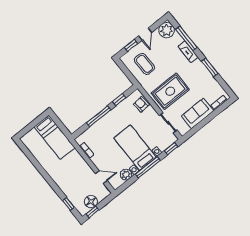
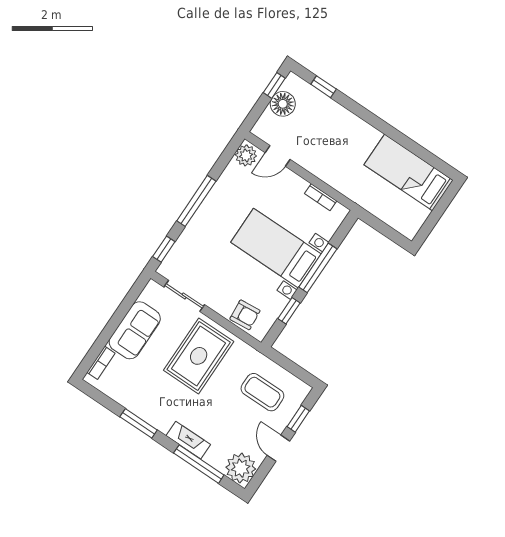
bed: (55, 137) -> (409, 172), moved
bed with nightstands: (135, 148) -> (276, 248), moved, turned 180
plant: (126, 175) -> (246, 155), moved

